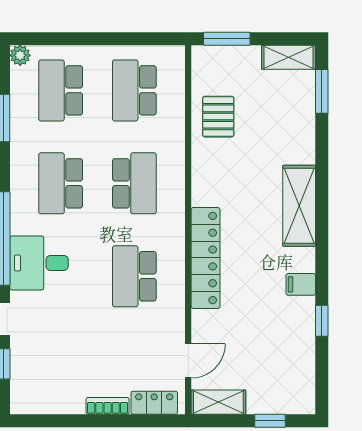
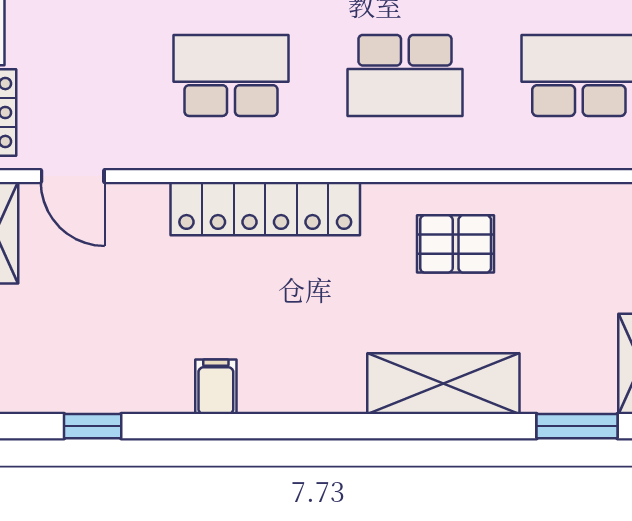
pallet: (218, 117) -> (456, 244), moved
shelving: (299, 206) -> (443, 384), moved
window: (322, 321) -> (93, 426), moved

